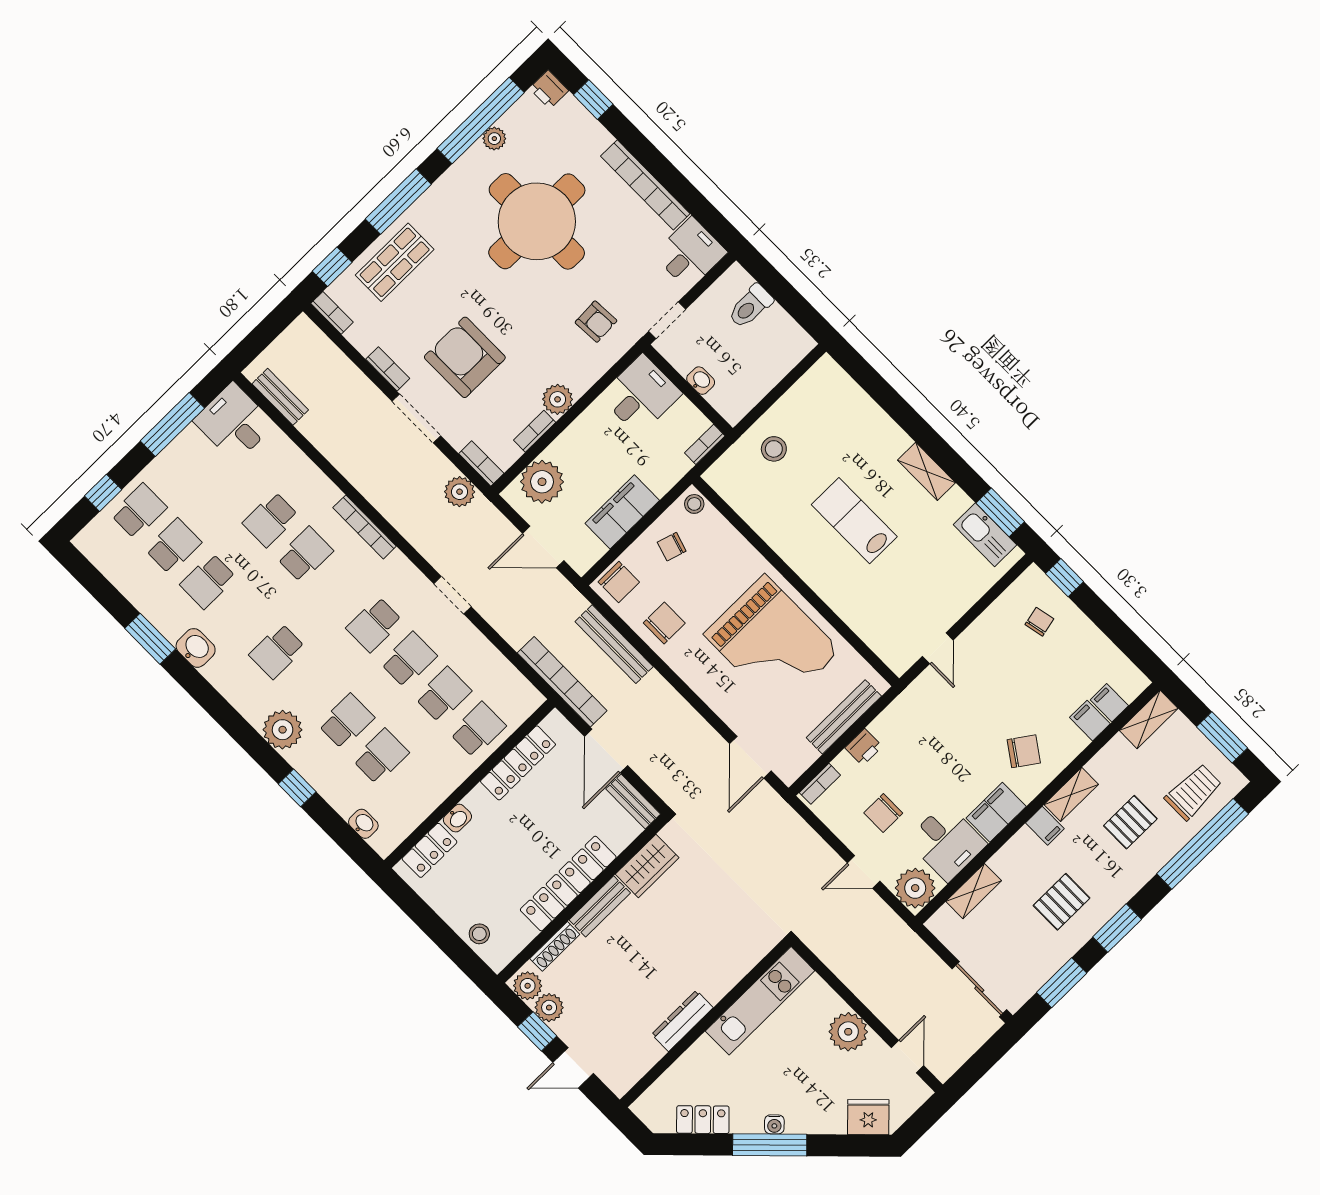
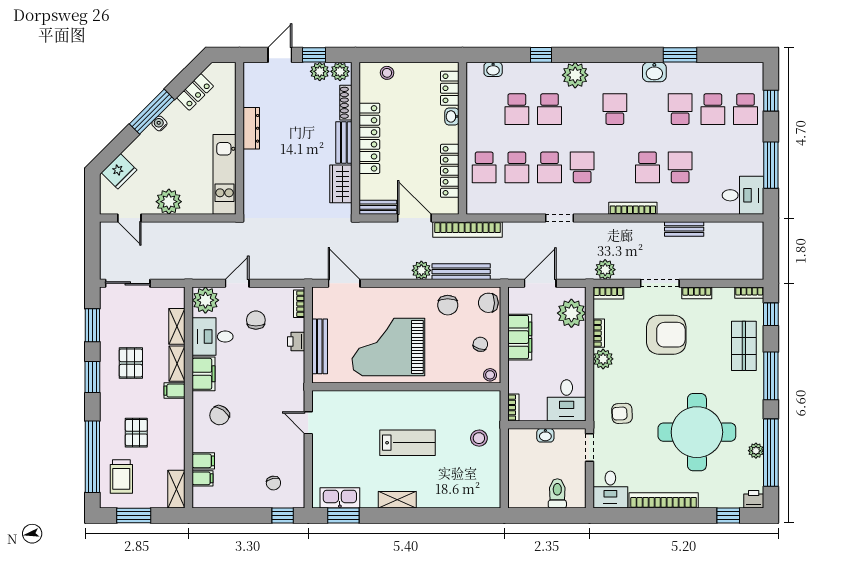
bench: (280, 397) -> (684, 229), moved
plant: (655, 688) -> (421, 270), added
shelving: (1071, 794) -> (177, 364), moved

